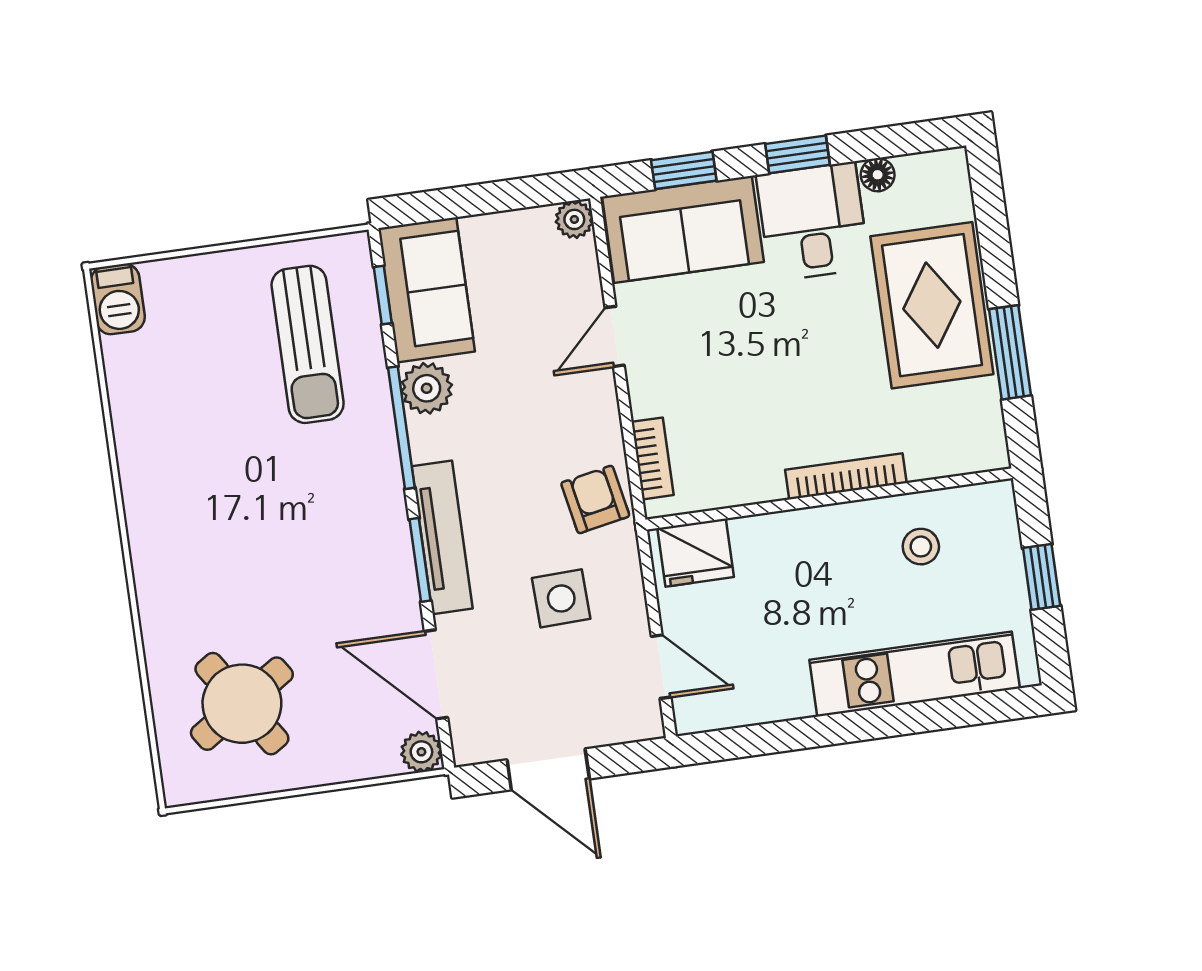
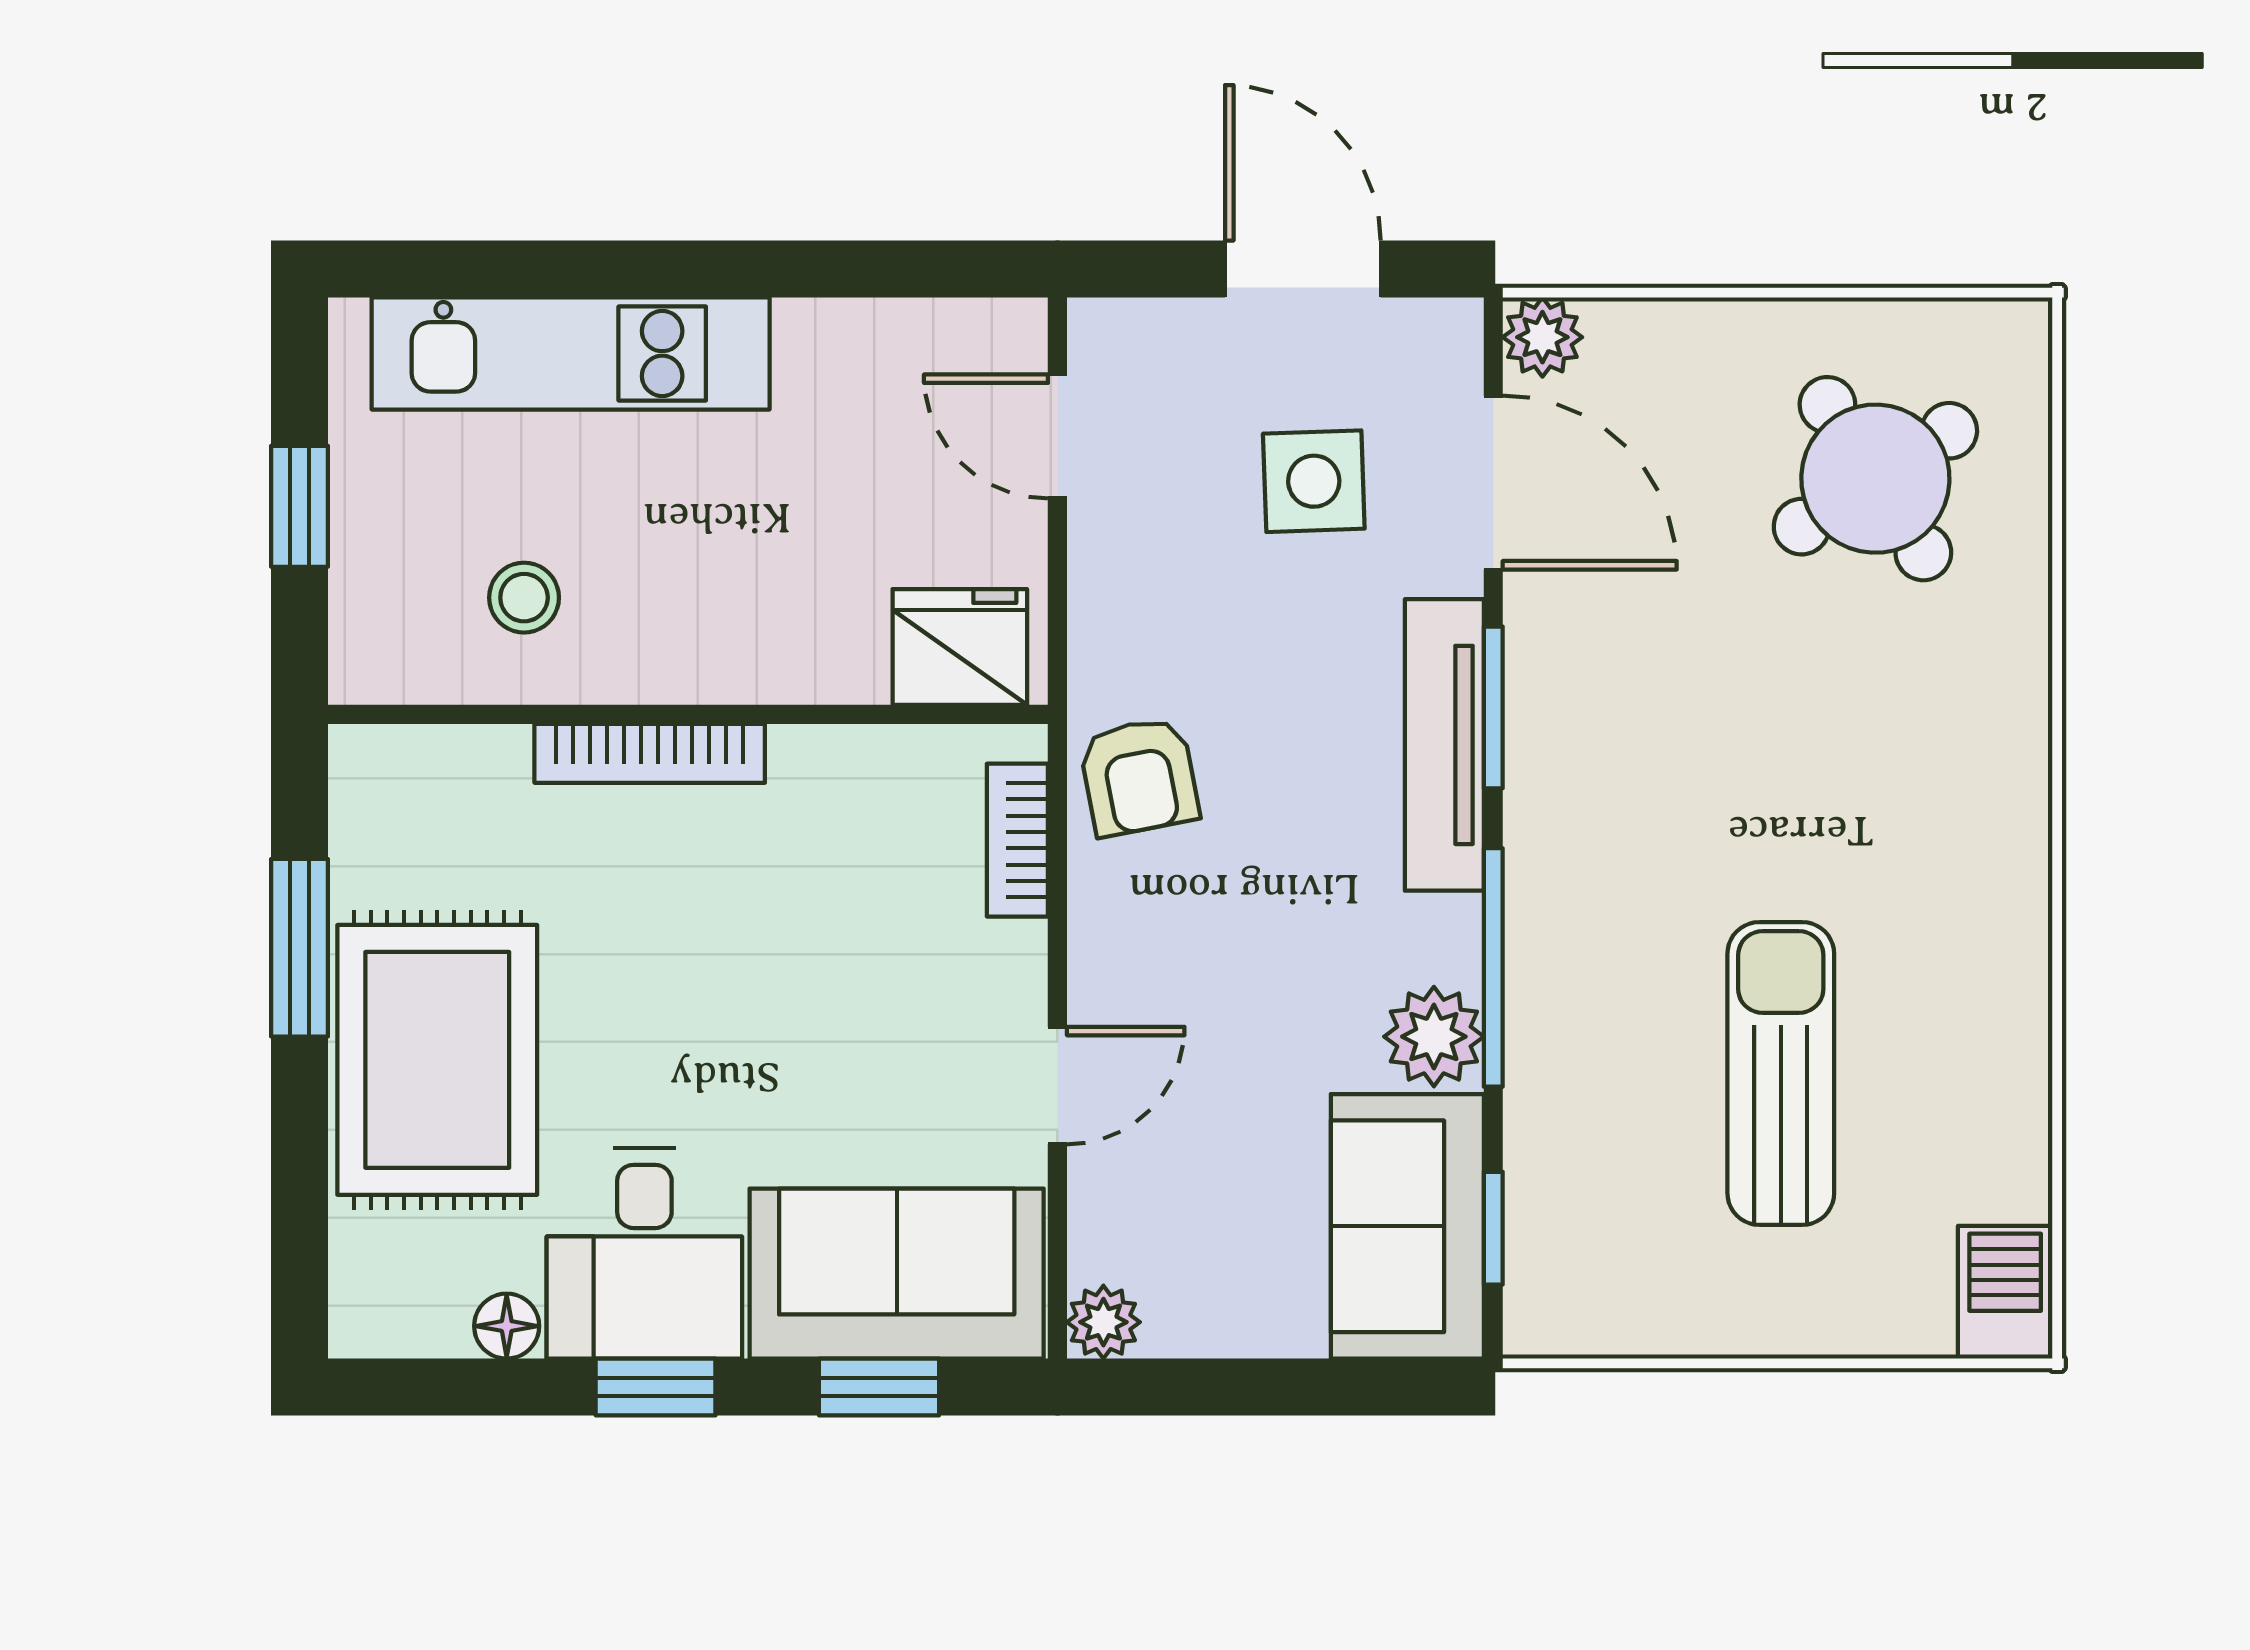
sun lounger: (308, 344) -> (1781, 1073), moved
side table: (561, 598) -> (1314, 481), moved

